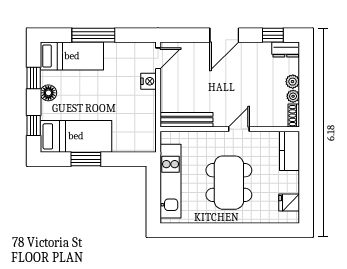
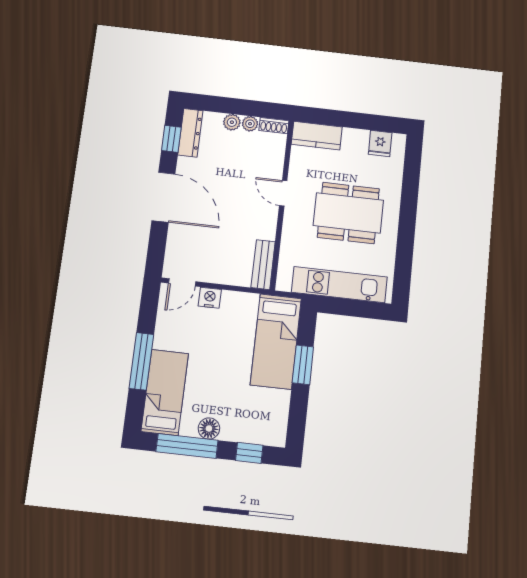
door: (224, 35) -> (164, 197), width x1.36
dresser: (286, 50) -> (190, 133), width x1.44
door: (158, 58) -> (182, 282), swing flipped
window: (34, 78) -> (187, 446), width x2.17
bench: (187, 120) -> (263, 265), width x0.73
bed: (76, 136) -> (276, 341), moved, turned 180
window: (86, 159) -> (303, 365), moved

